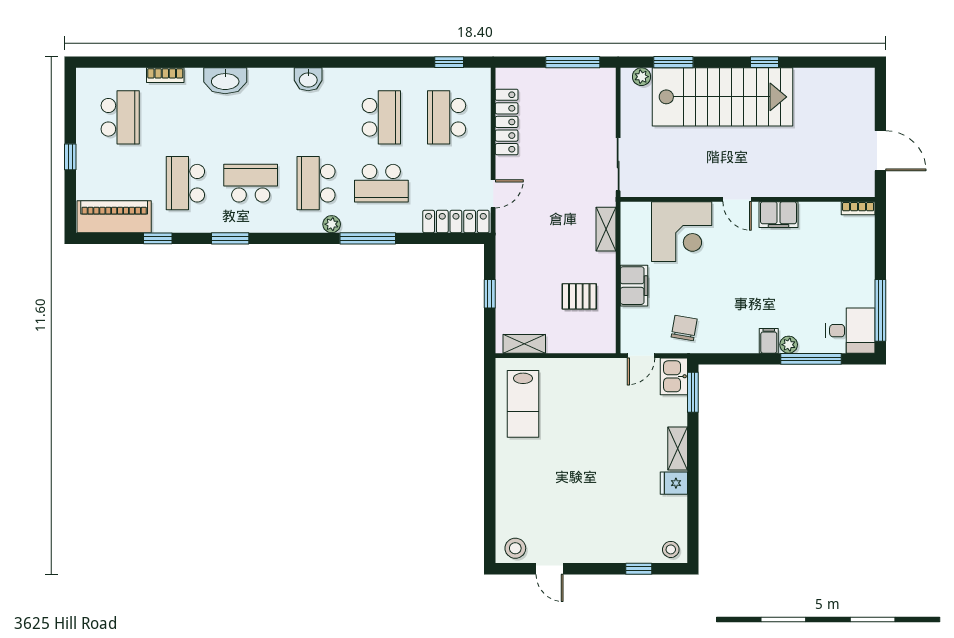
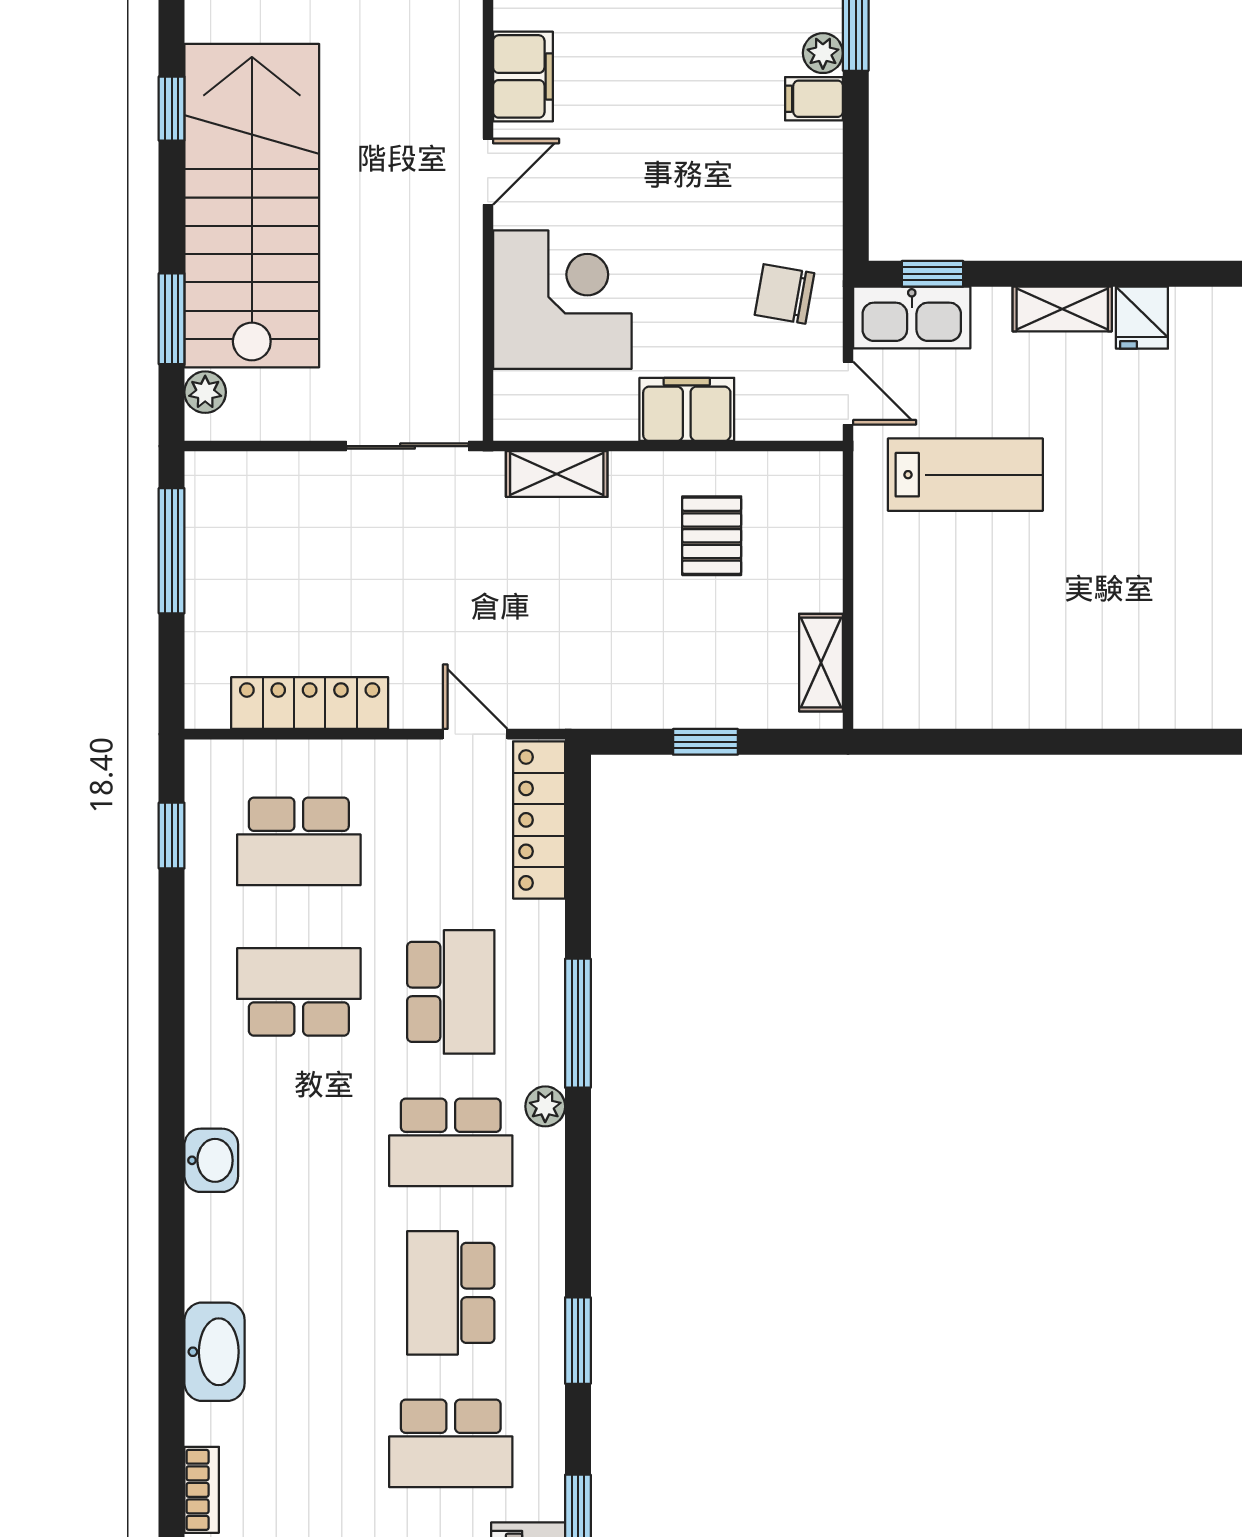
kitchen sink: (674, 376) -> (912, 318), width x1.38
window: (693, 392) -> (933, 274), width x0.67
lab bench: (523, 404) -> (965, 475), moved

